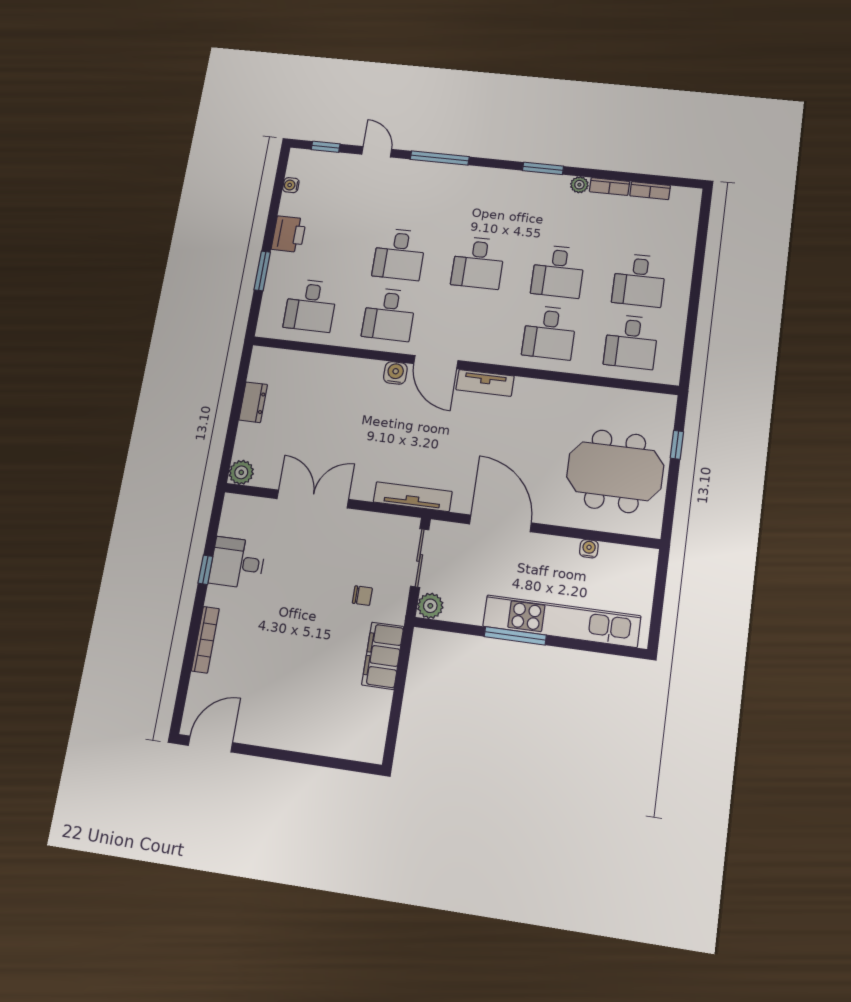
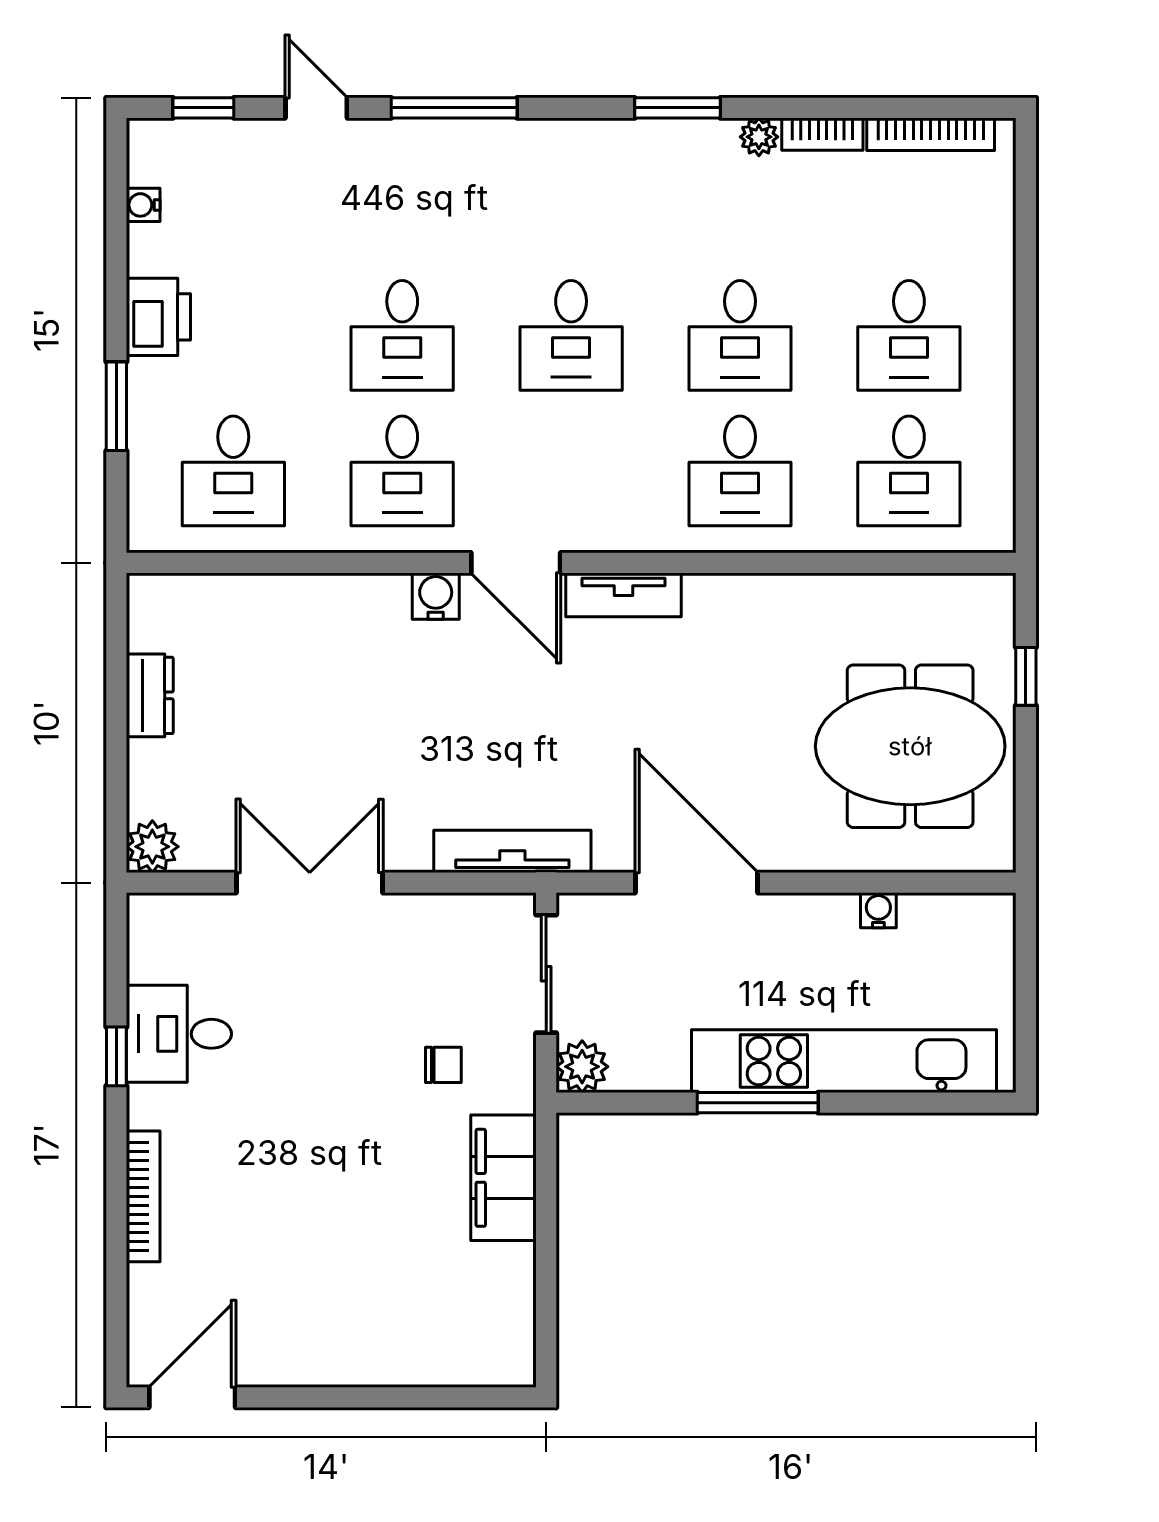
bookcase: (650, 191) -> (931, 134), width x1.56

